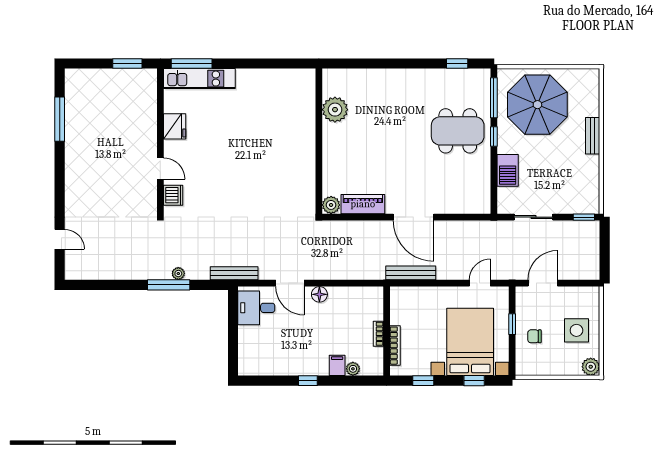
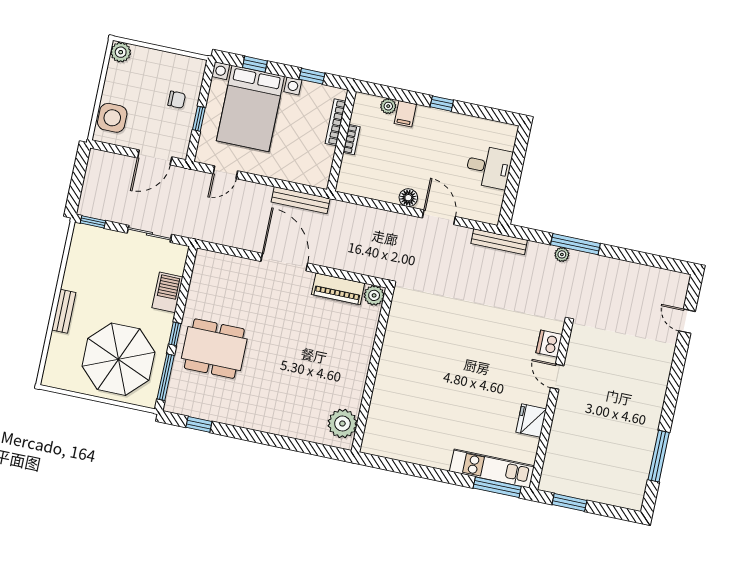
plant: (335, 110) -> (342, 423), moved
desk: (256, 308) -> (489, 167), moved
side table: (576, 330) -> (112, 118), moved

